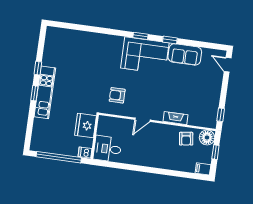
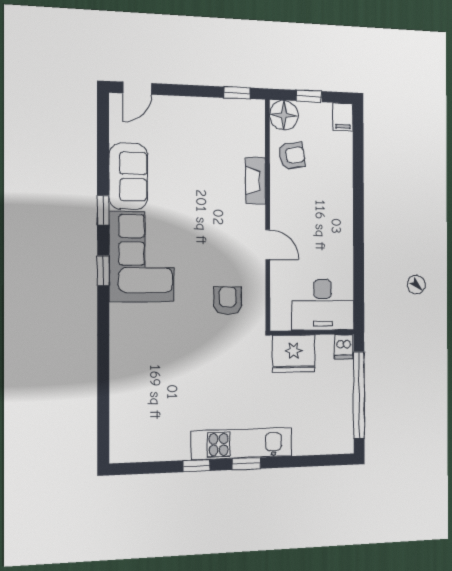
armchair: (117, 95) -> (228, 301), turned 180
desk: (107, 149) -> (323, 305), width x1.37

